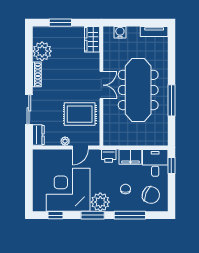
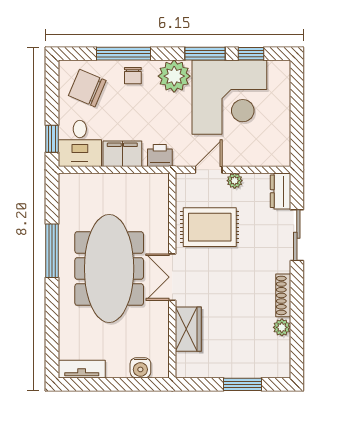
wardrobe: (92, 39) -> (188, 329), moved
plant: (42, 51) -> (282, 327), width x0.53, depth x0.53
chair: (125, 189) -> (133, 76), moved
window: (93, 215) -> (205, 54), moved

